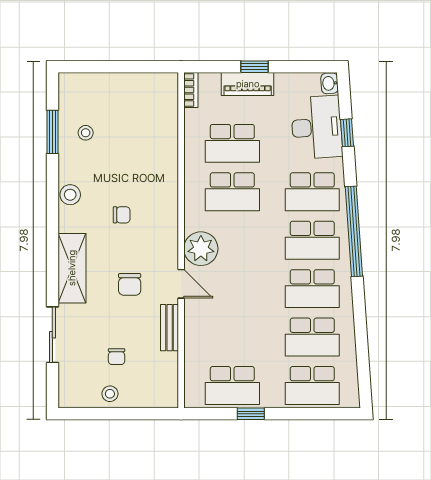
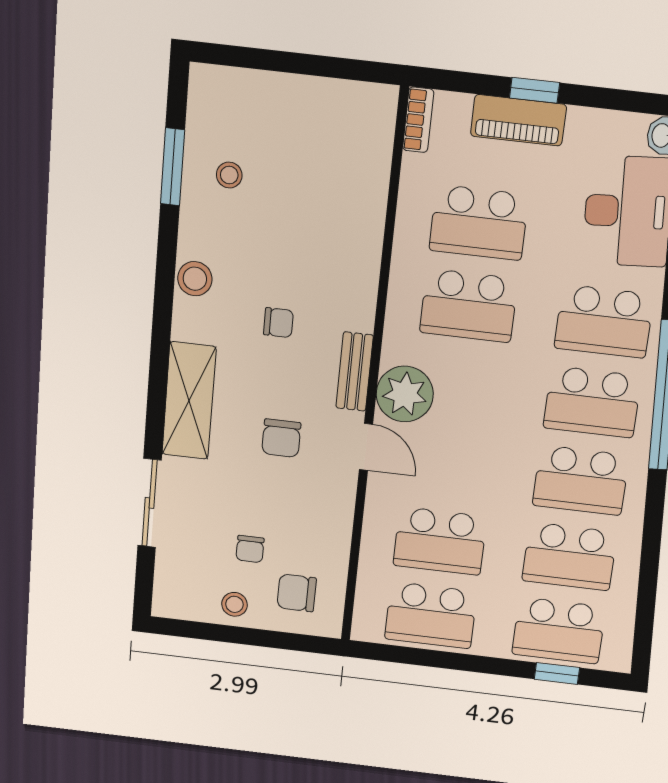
bench: (170, 328) -> (355, 372), moved
school desk: (232, 337) -> (440, 541), added
chair: (148, 381) -> (297, 593), added
window: (251, 414) -> (557, 673), moved

